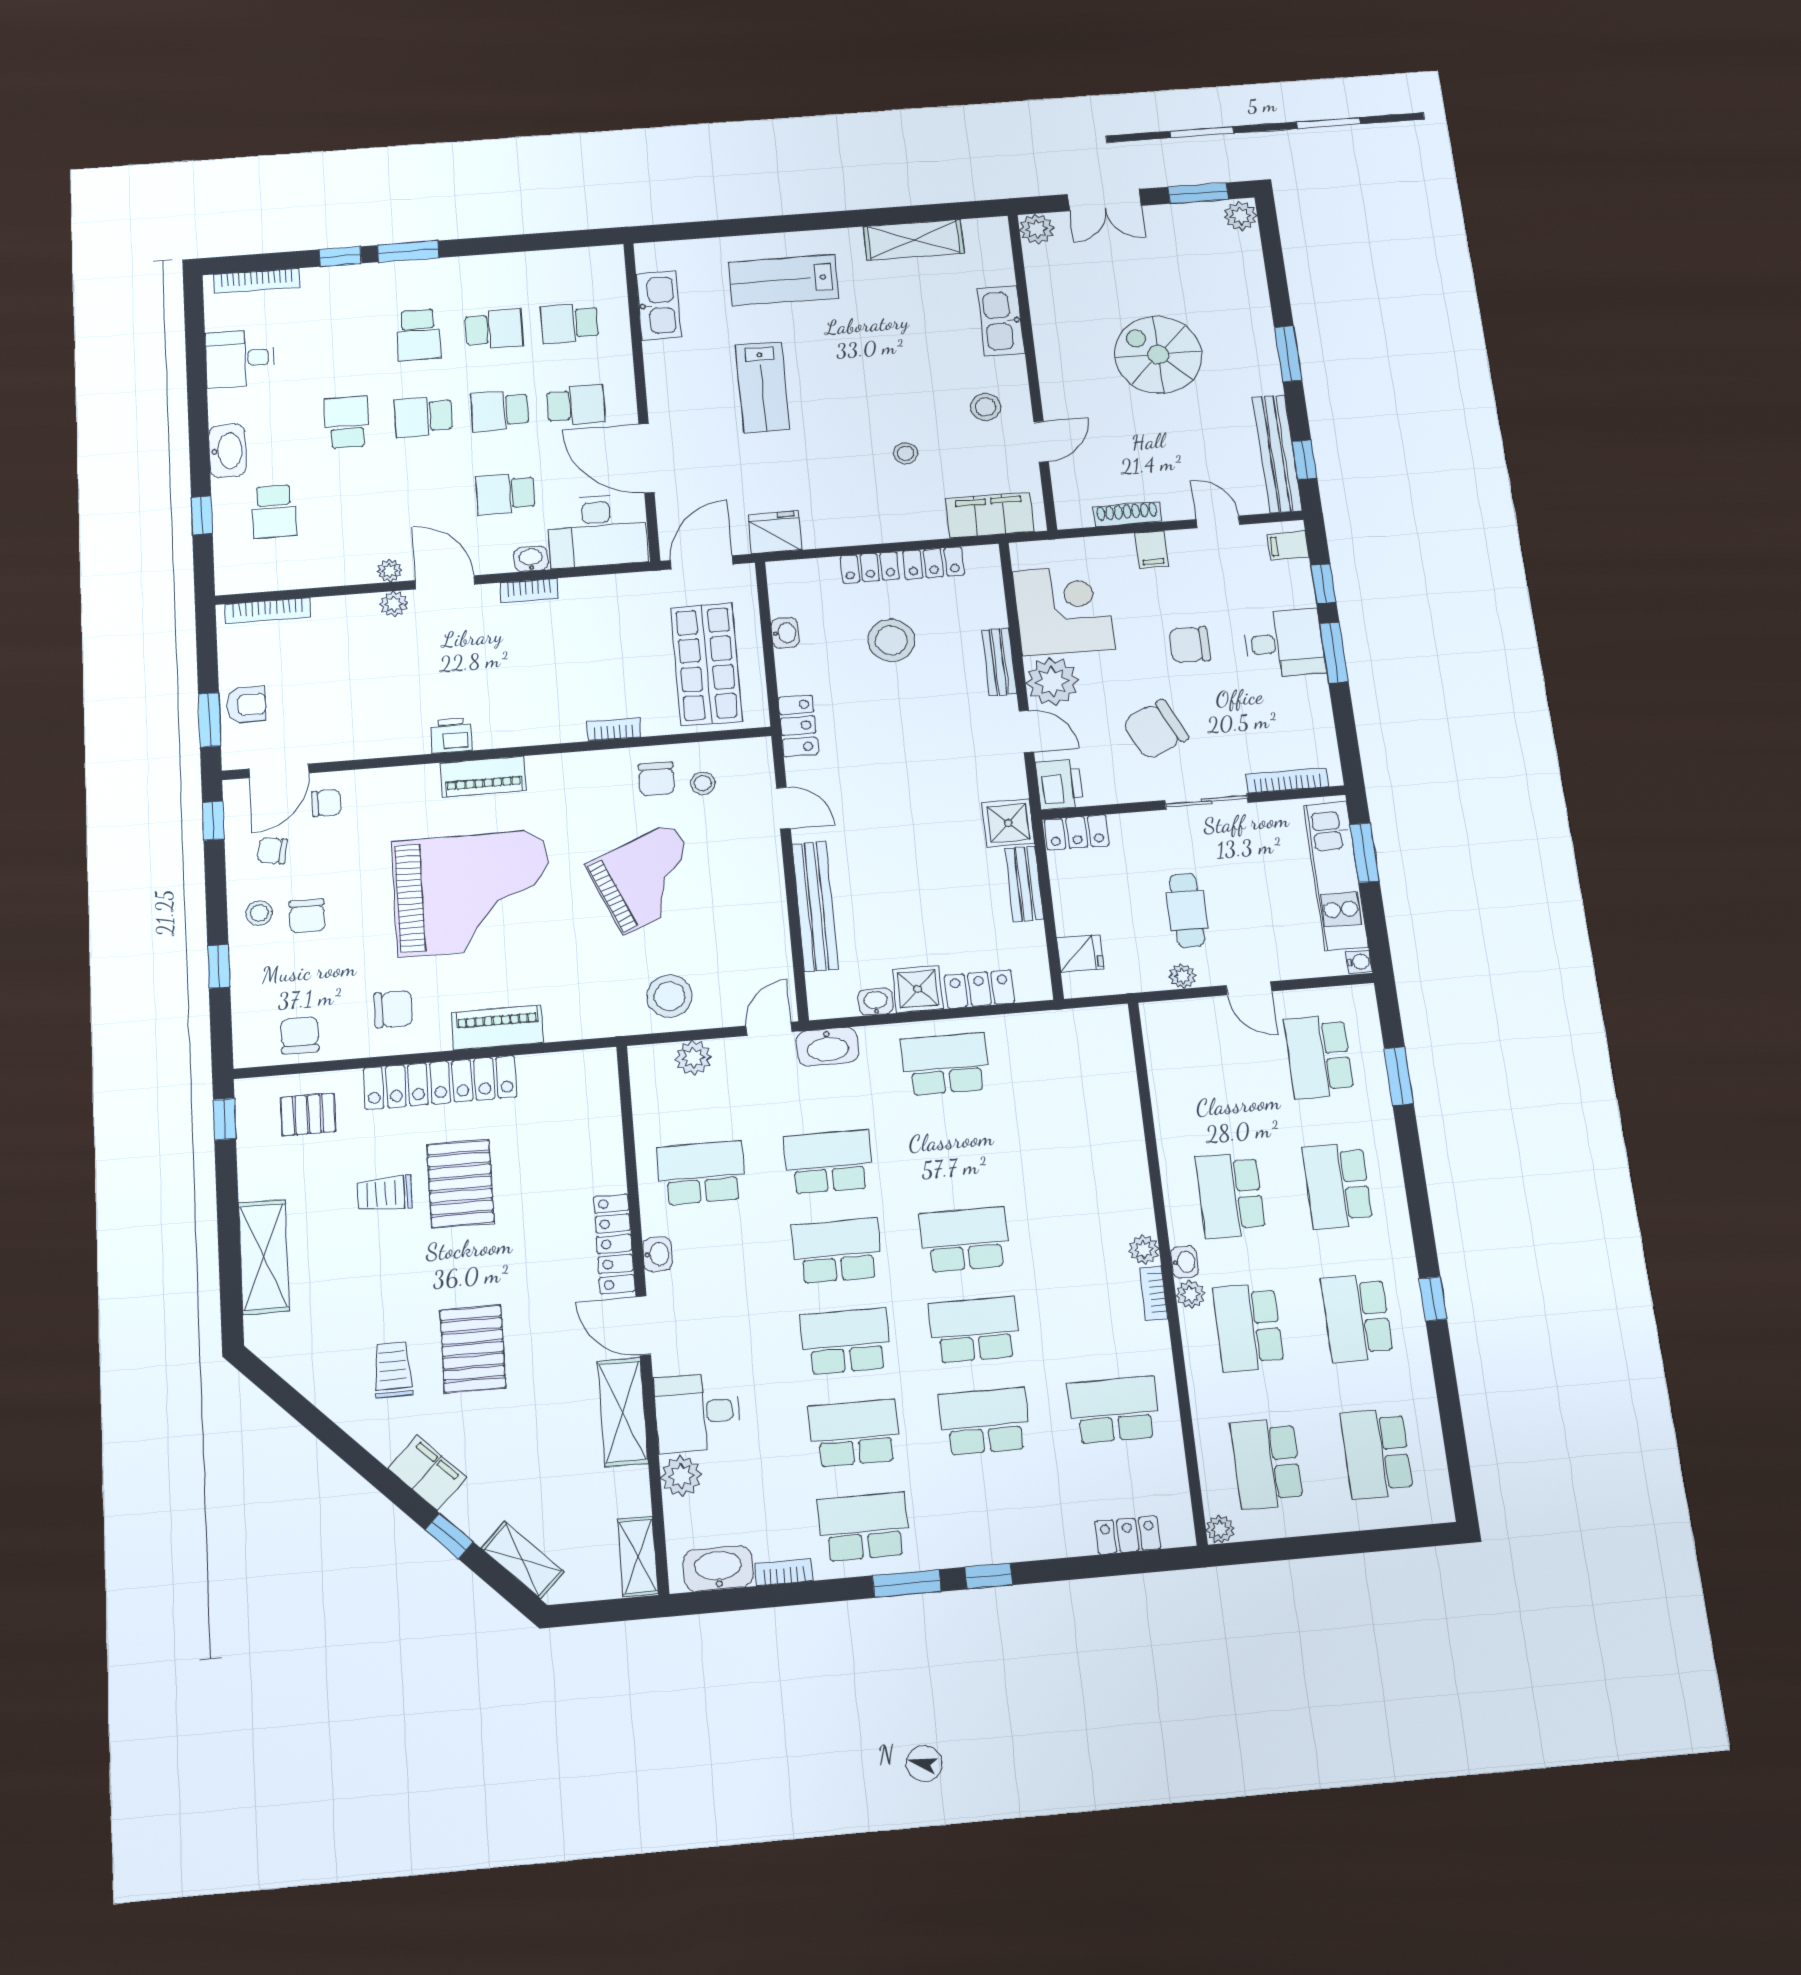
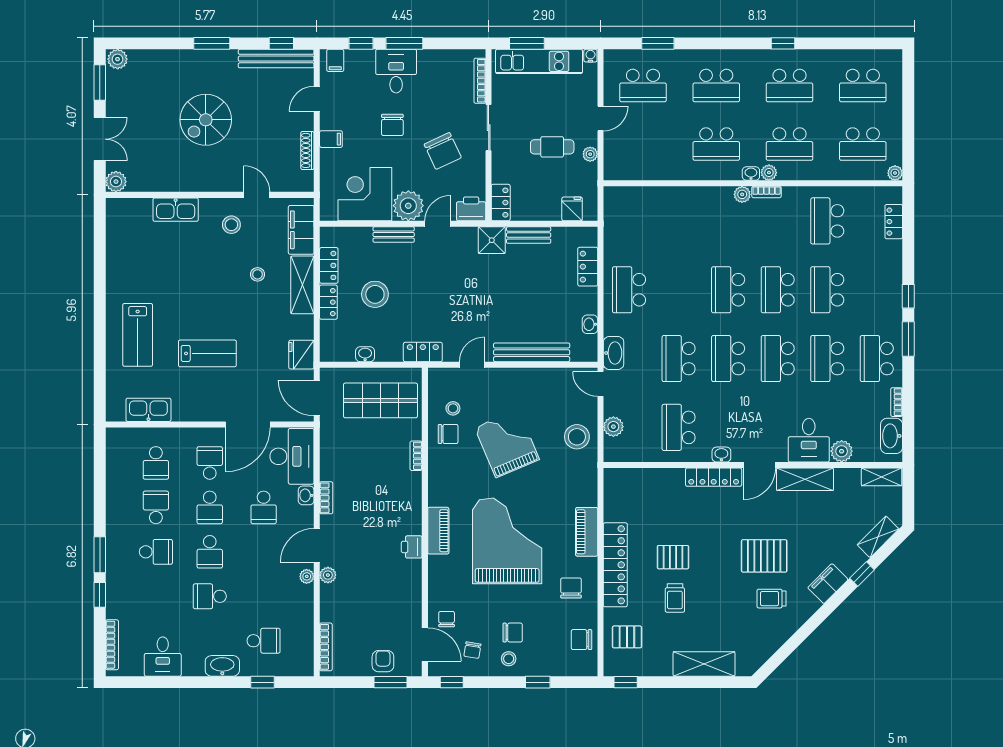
shelving: (914, 240) -> (302, 285), moved
shower: (918, 989) -> (585, 301), removed
pallet: (308, 1114) -> (627, 637), turned 90
pallet: (460, 1183) -> (673, 557), width x0.67, depth x0.71

